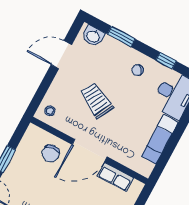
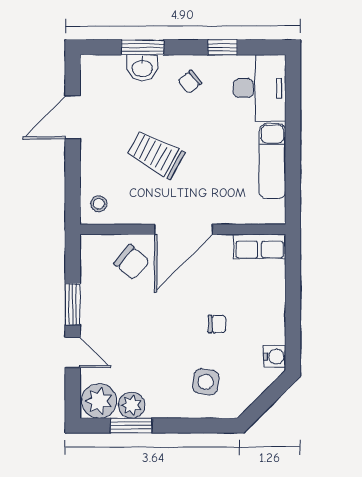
washbasin: (93, 36) -> (142, 68), moved
chair: (51, 153) -> (132, 262), turned -43
row of seats: (115, 177) -> (260, 247), moved

